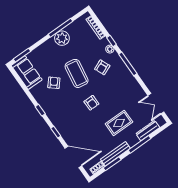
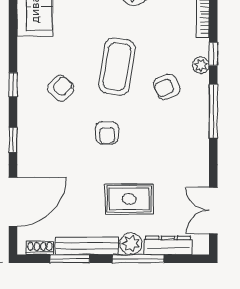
armchair: (54, 83) -> (61, 88), moved
plant: (132, 140) -> (131, 244), added
door: (73, 157) -> (13, 202), hinge flipped

